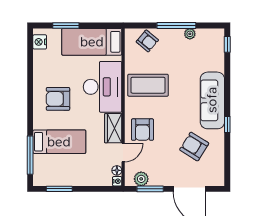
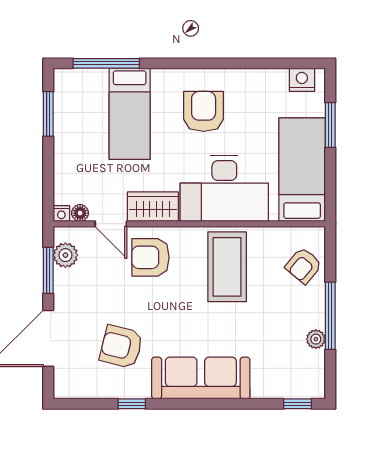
window: (227, 125) -> (132, 404), moved
armchair: (194, 147) -> (121, 347), turned -108

